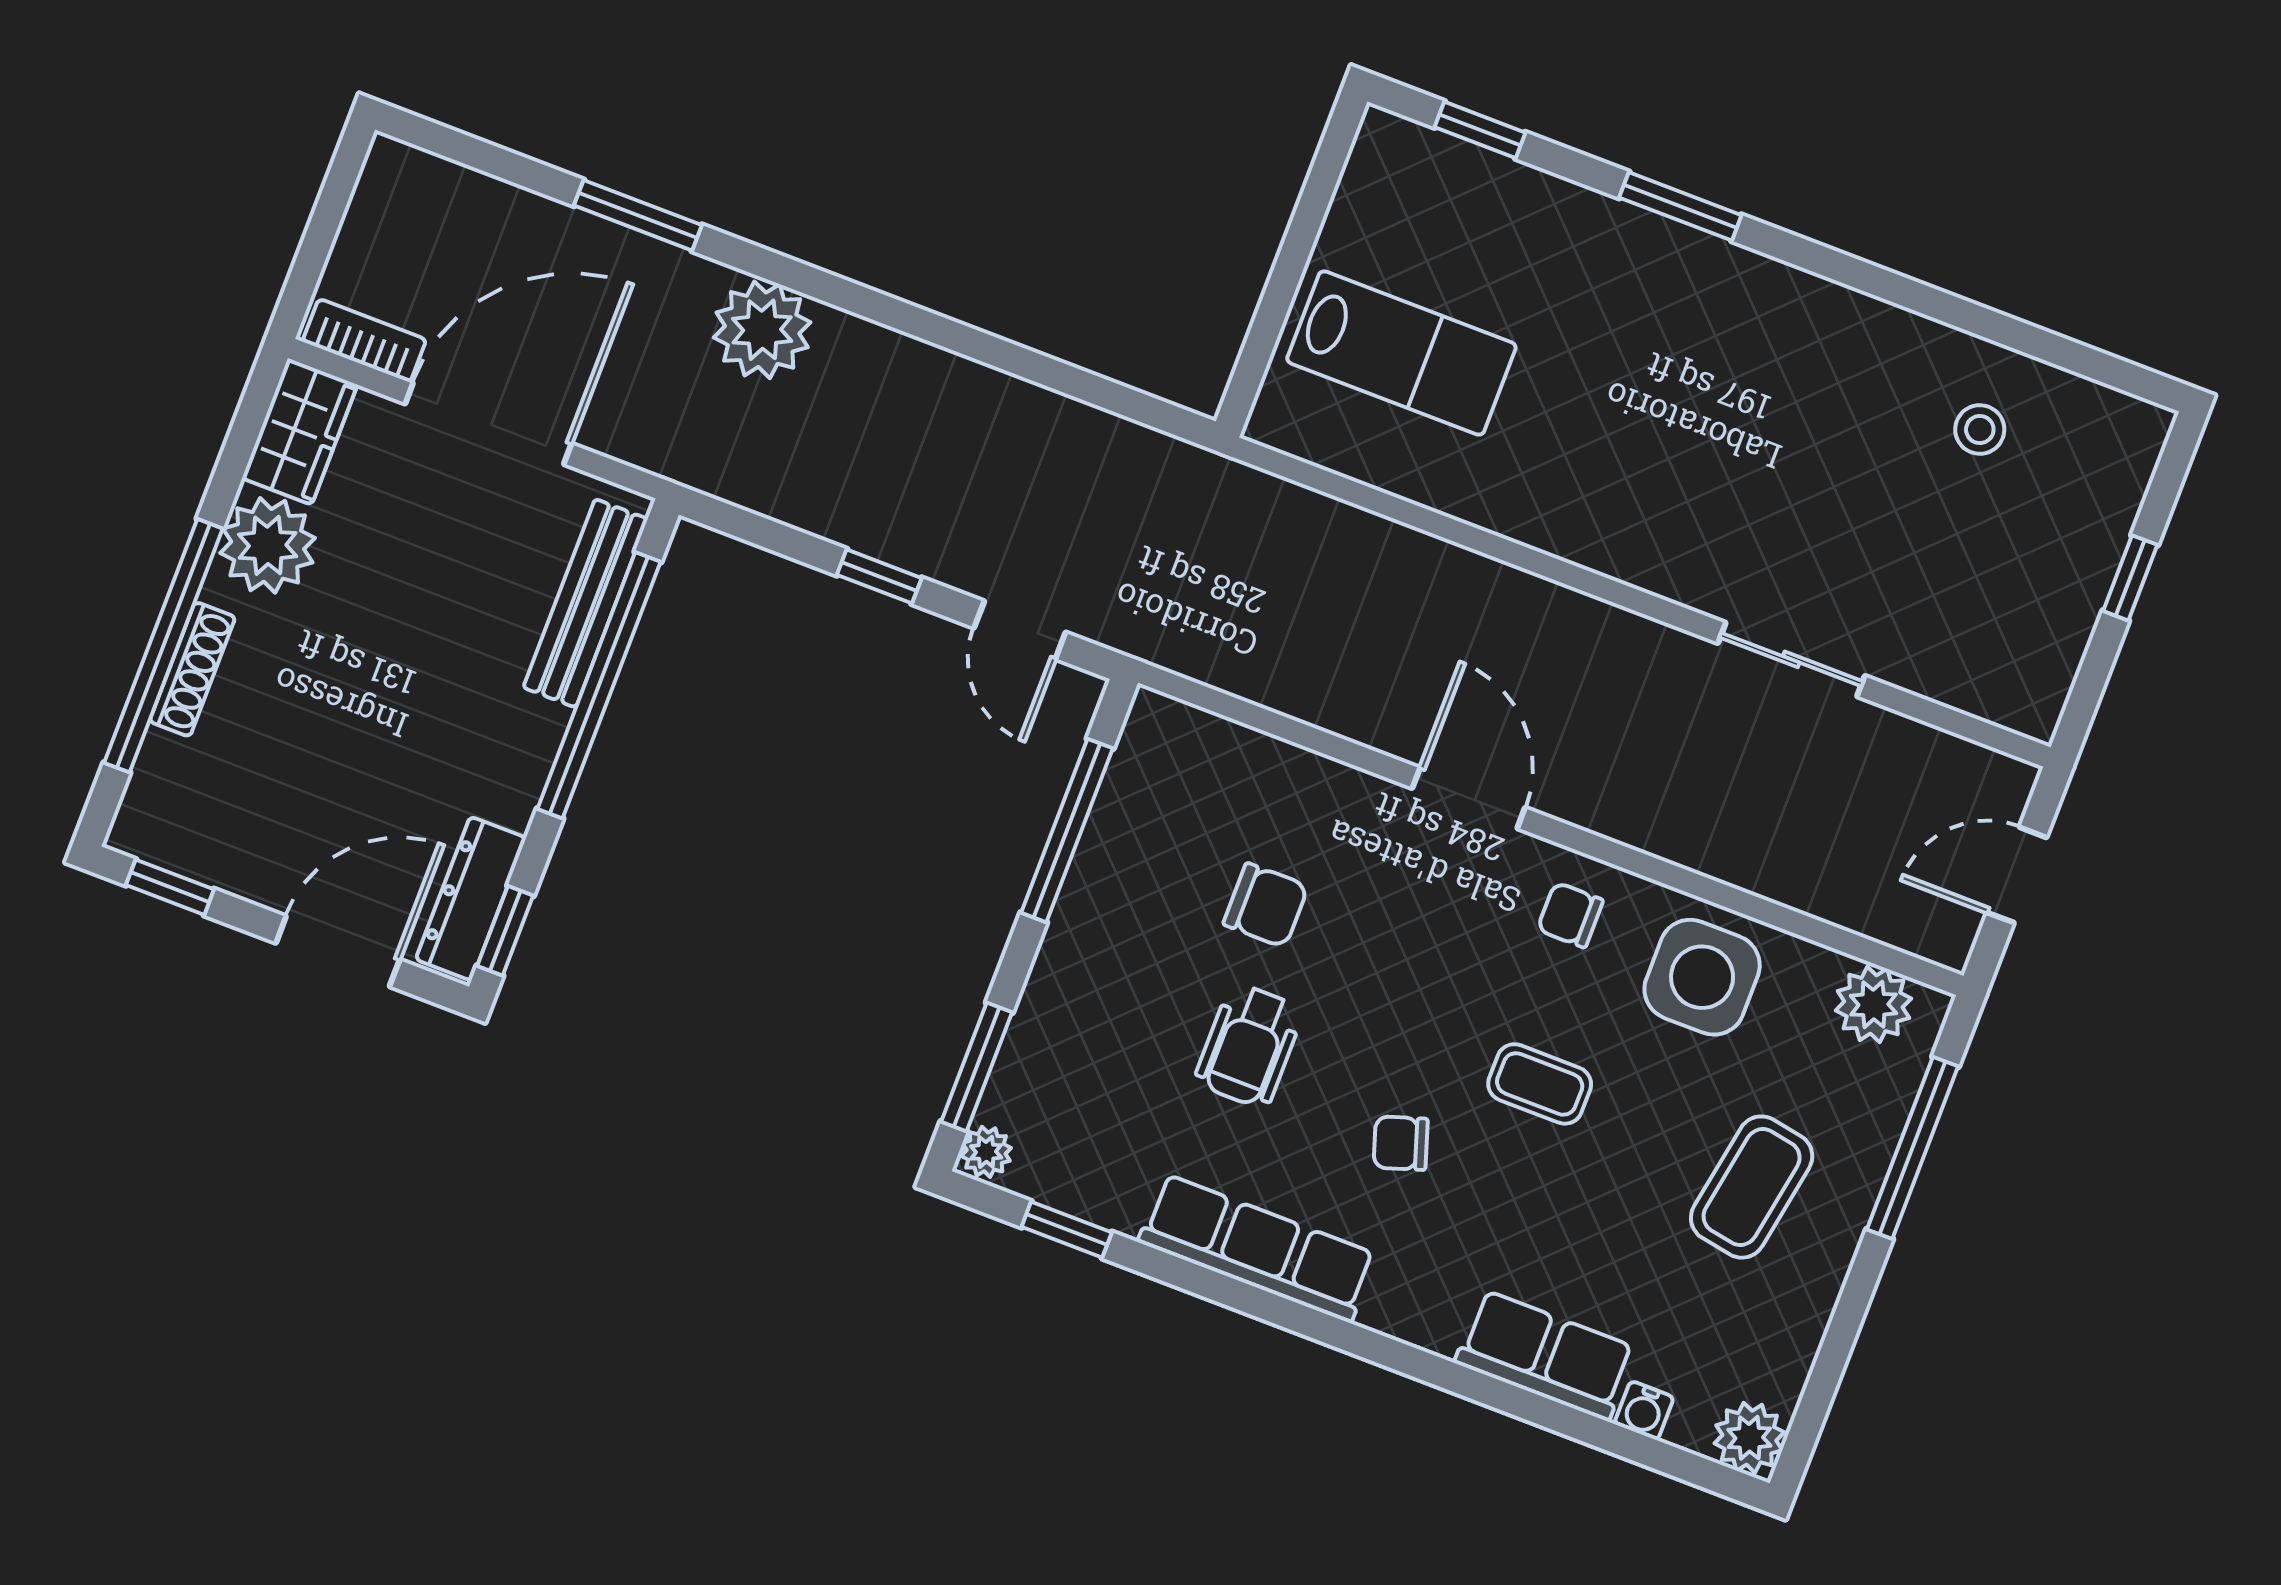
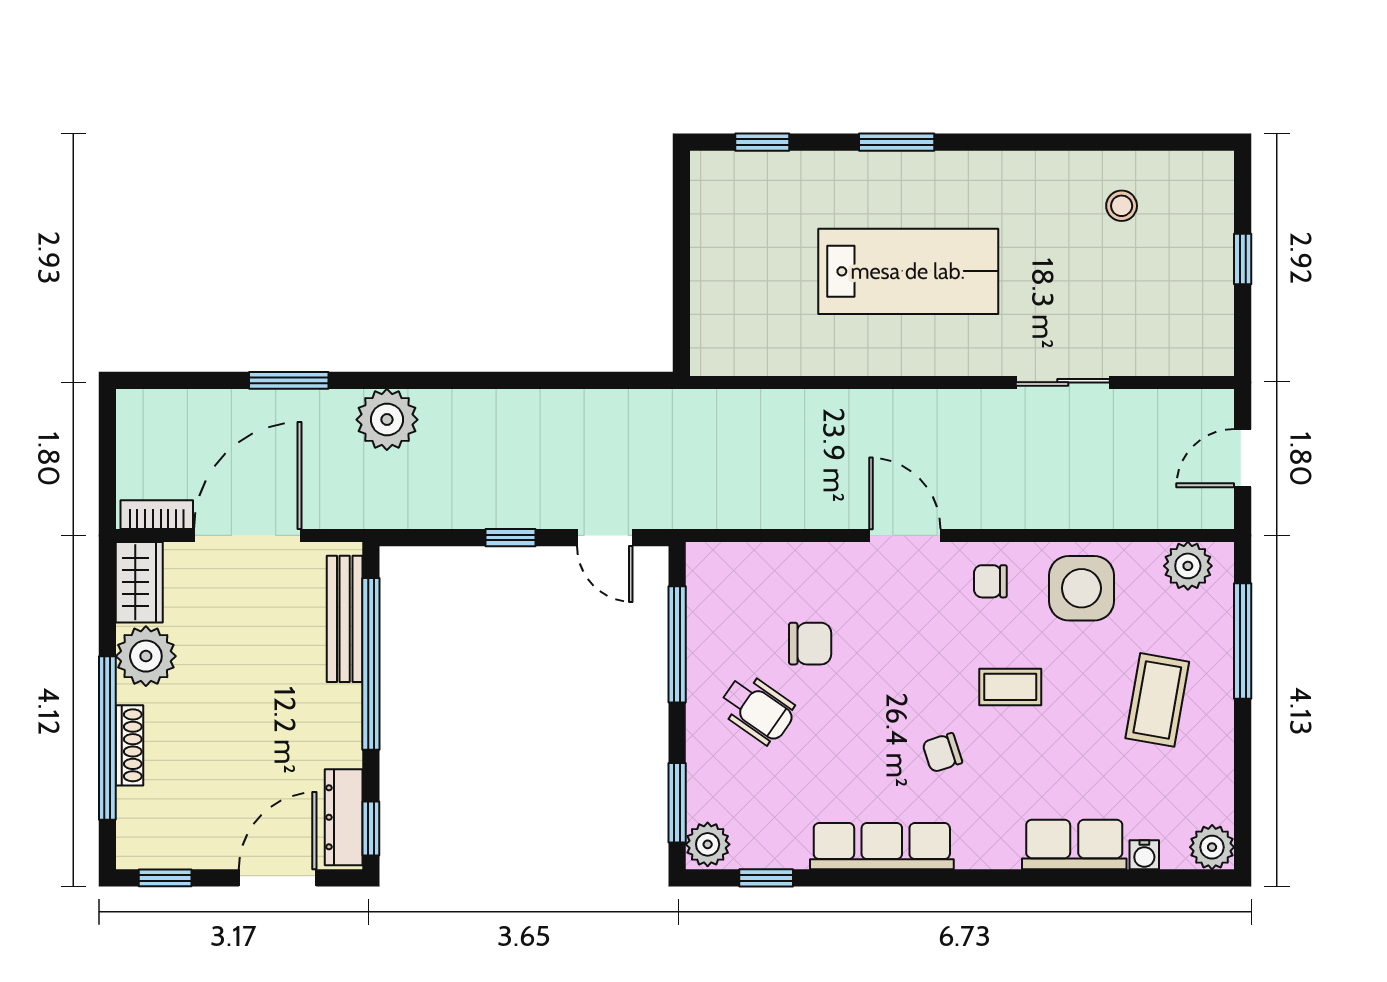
lab bench: (1401, 353) -> (908, 271), moved, width x1.36, depth x1.39
wheelchair: (1249, 1046) -> (757, 709), moved, turned -55
plant: (986, 1152) -> (708, 844), width x1.38, depth x1.38

